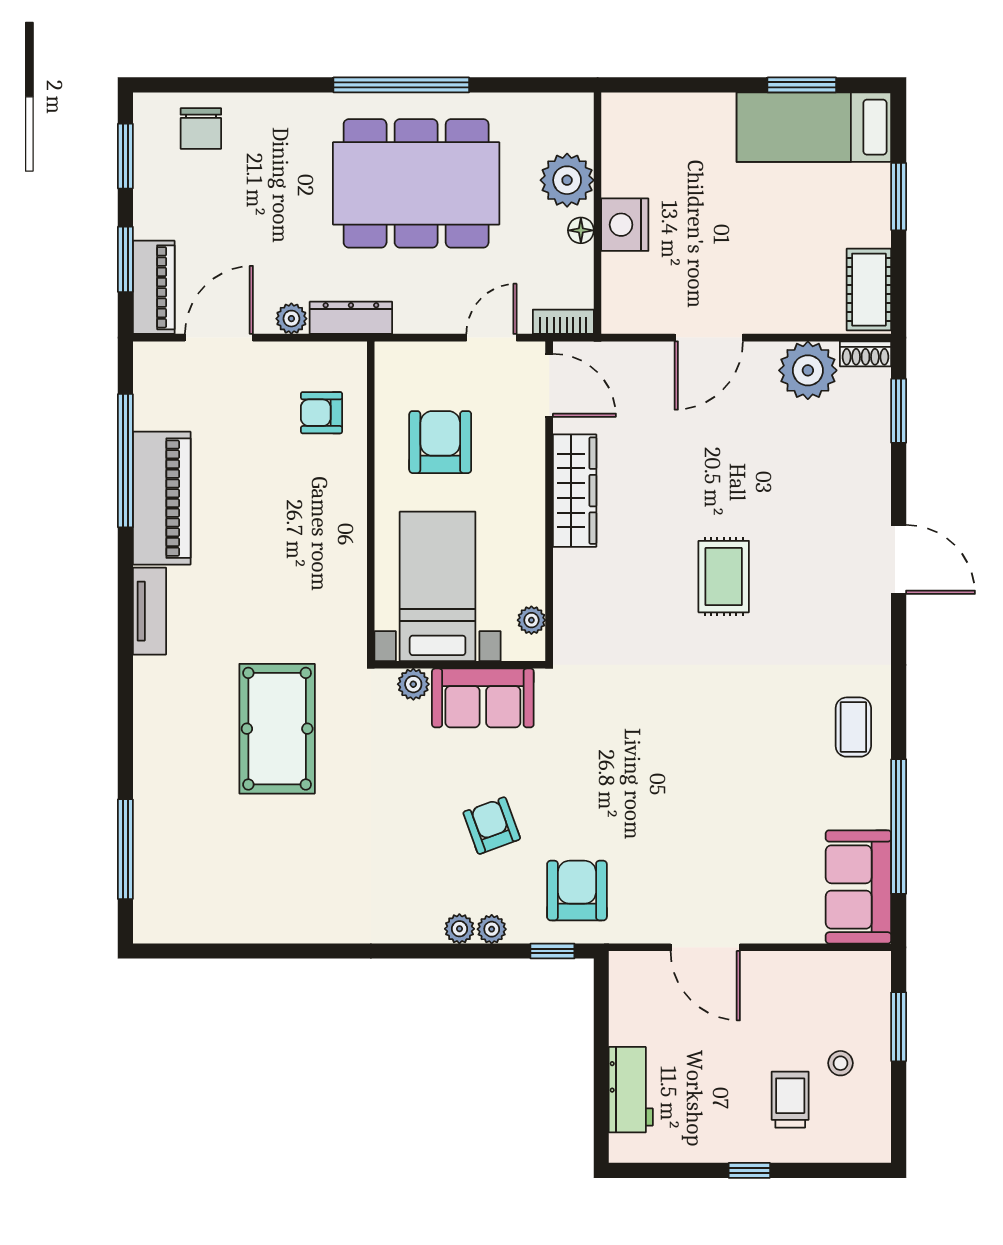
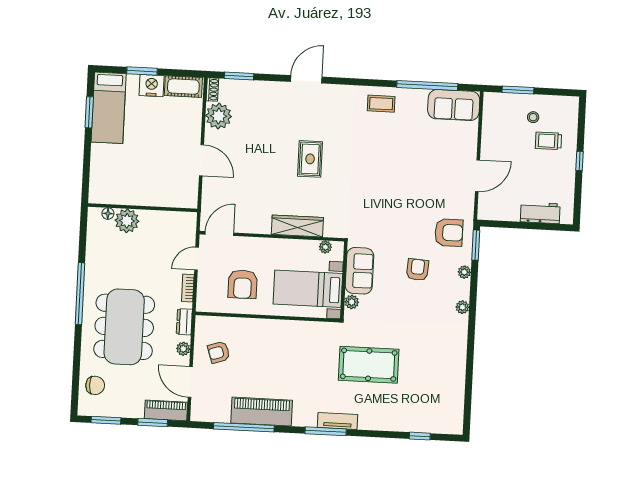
dining table: (416, 183) -> (124, 327), moved
nightstand: (625, 225) -> (152, 86), moved, turned 180
floor lamp: (581, 230) -> (108, 214), moved
dresser: (351, 318) -> (184, 322), width x0.70
bookcase: (563, 322) -> (188, 288), moved
door: (491, 338) -> (197, 259), hinge flipped
armchair: (321, 413) -> (219, 352), moved, turned 72
armchair: (440, 442) -> (243, 284), turned -90
wardrobe: (575, 491) -> (297, 226), moved
rug: (724, 577) -> (310, 159), turned 90
tv unit: (149, 611) -> (338, 421), moved
window: (125, 641) -> (326, 431), added
armchair: (492, 826) -> (417, 270), turned 114
window: (125, 849) -> (420, 436), width x0.46
armchair: (577, 891) -> (449, 233), turned 180
plant: (459, 929) -> (462, 307), moved
window: (552, 951) -> (476, 245), width x1.50

